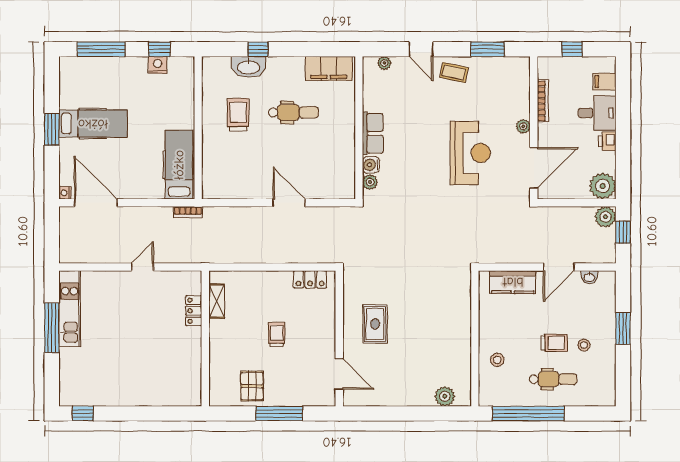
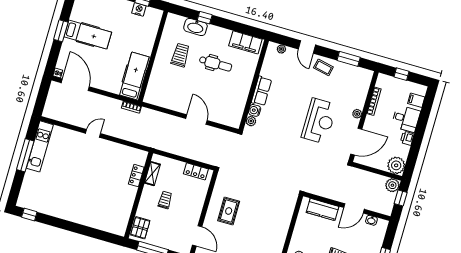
shelving: (217, 301) -> (152, 174), moved
locker: (194, 311) -> (136, 176), moved
wall: (205, 338) -> (139, 195), moved

